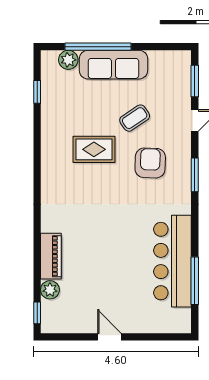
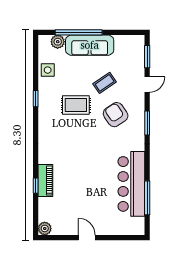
window: (37, 92) -> (36, 99), moved
side table: (54, 100) -> (48, 70), added
armchair: (150, 163) -> (116, 115), turned -36
plant: (50, 290) -> (45, 228), moved
window: (37, 313) -> (36, 186), moved

